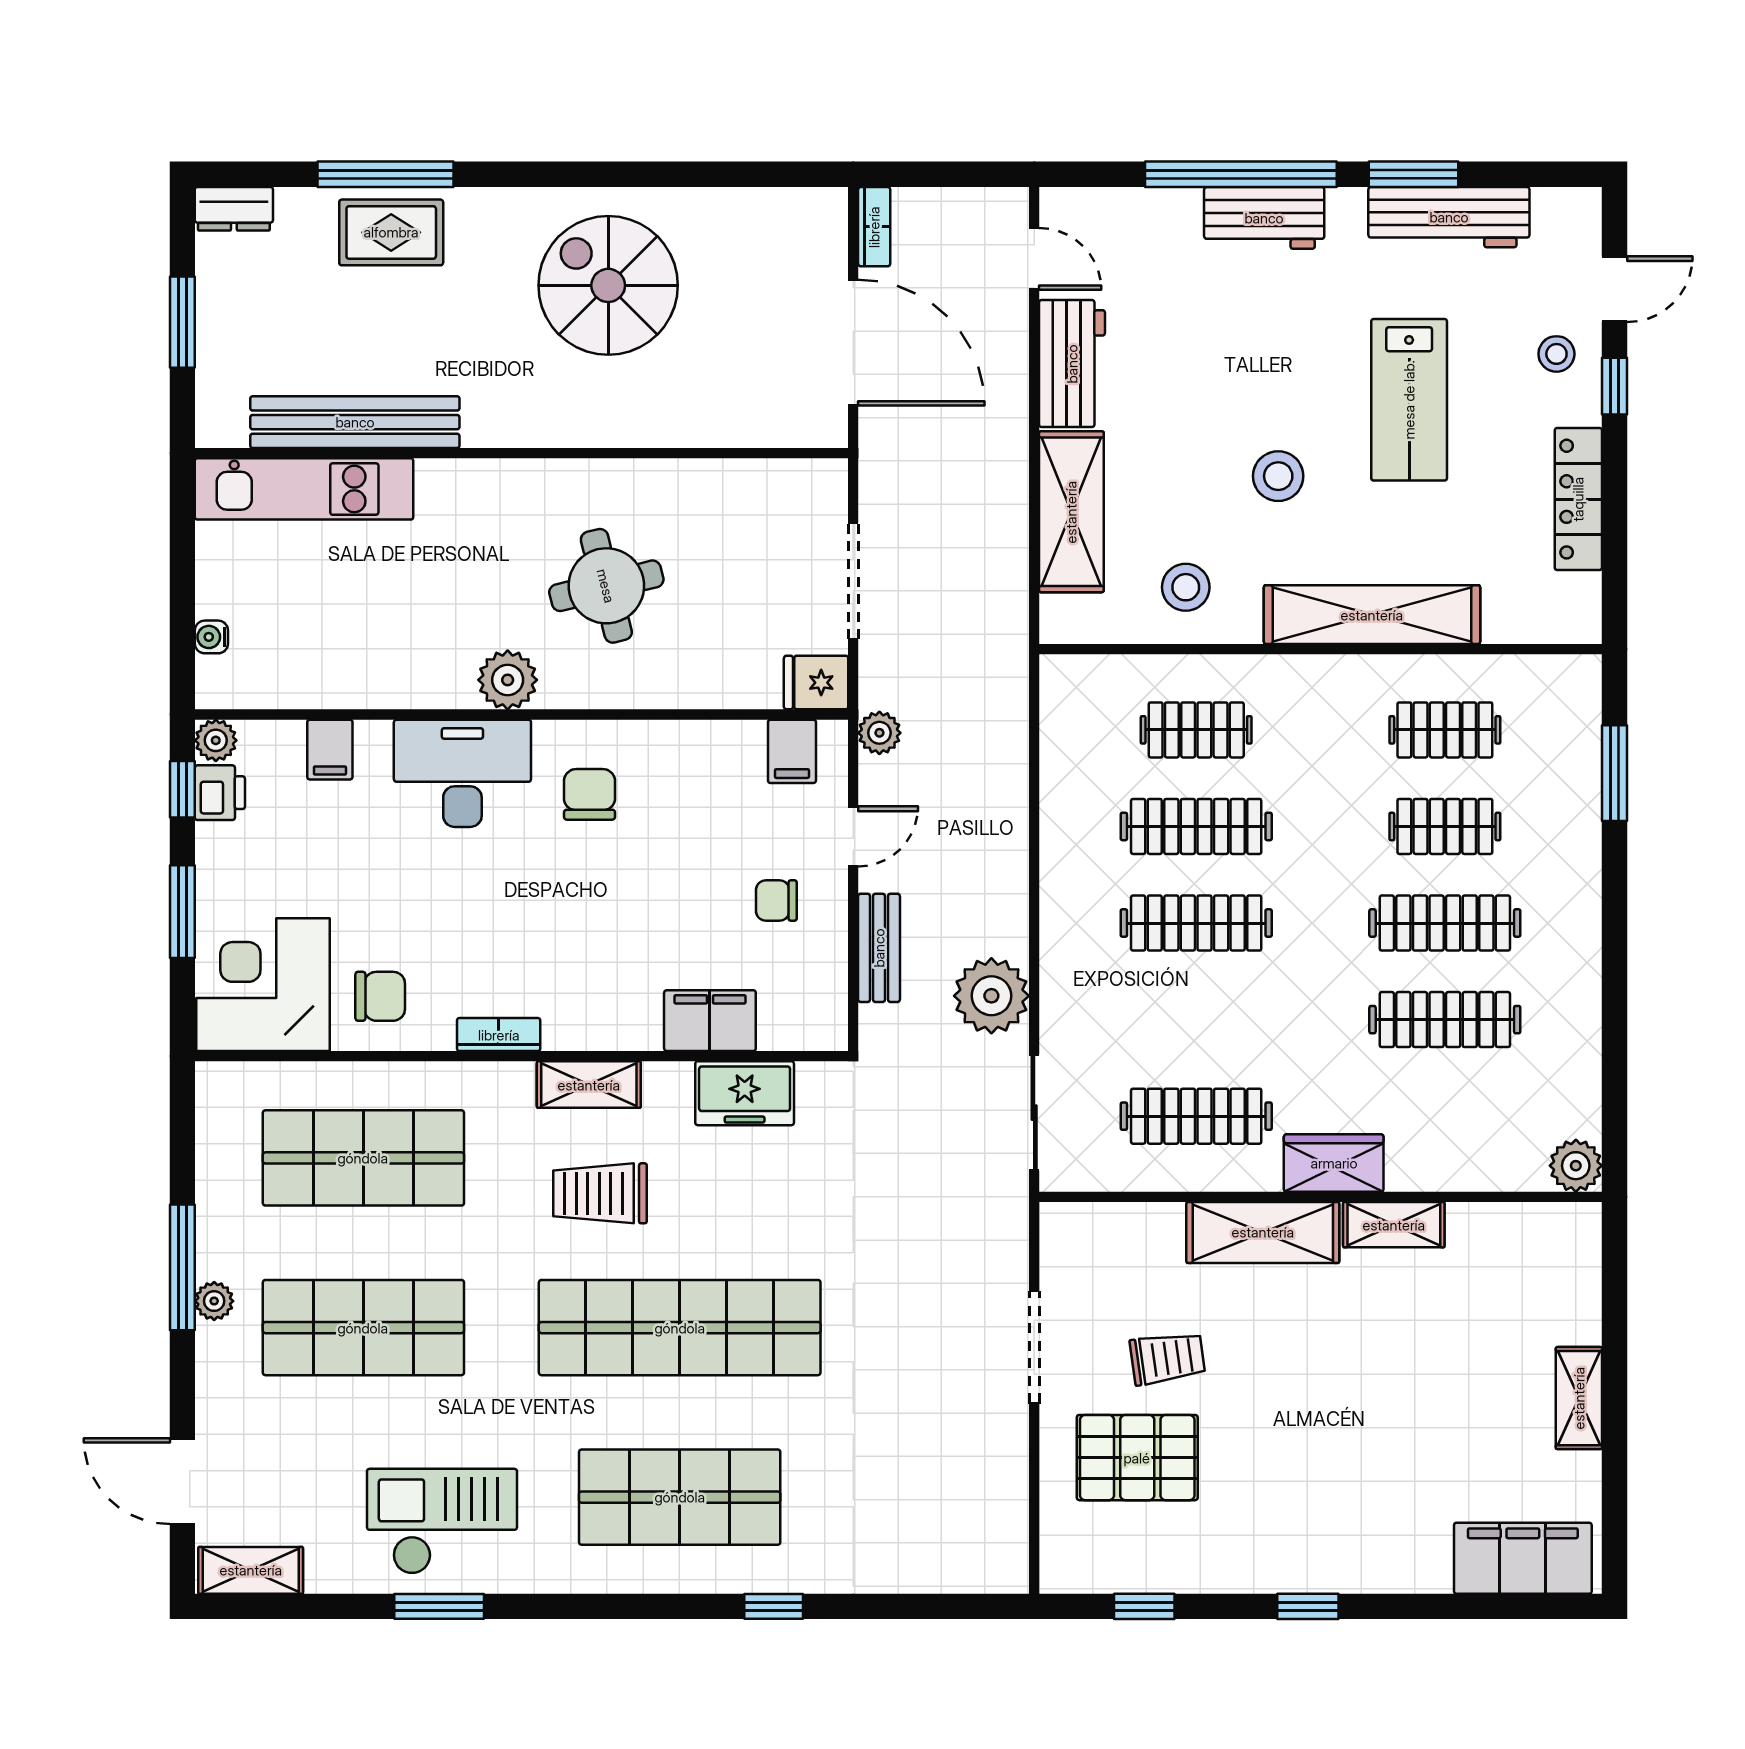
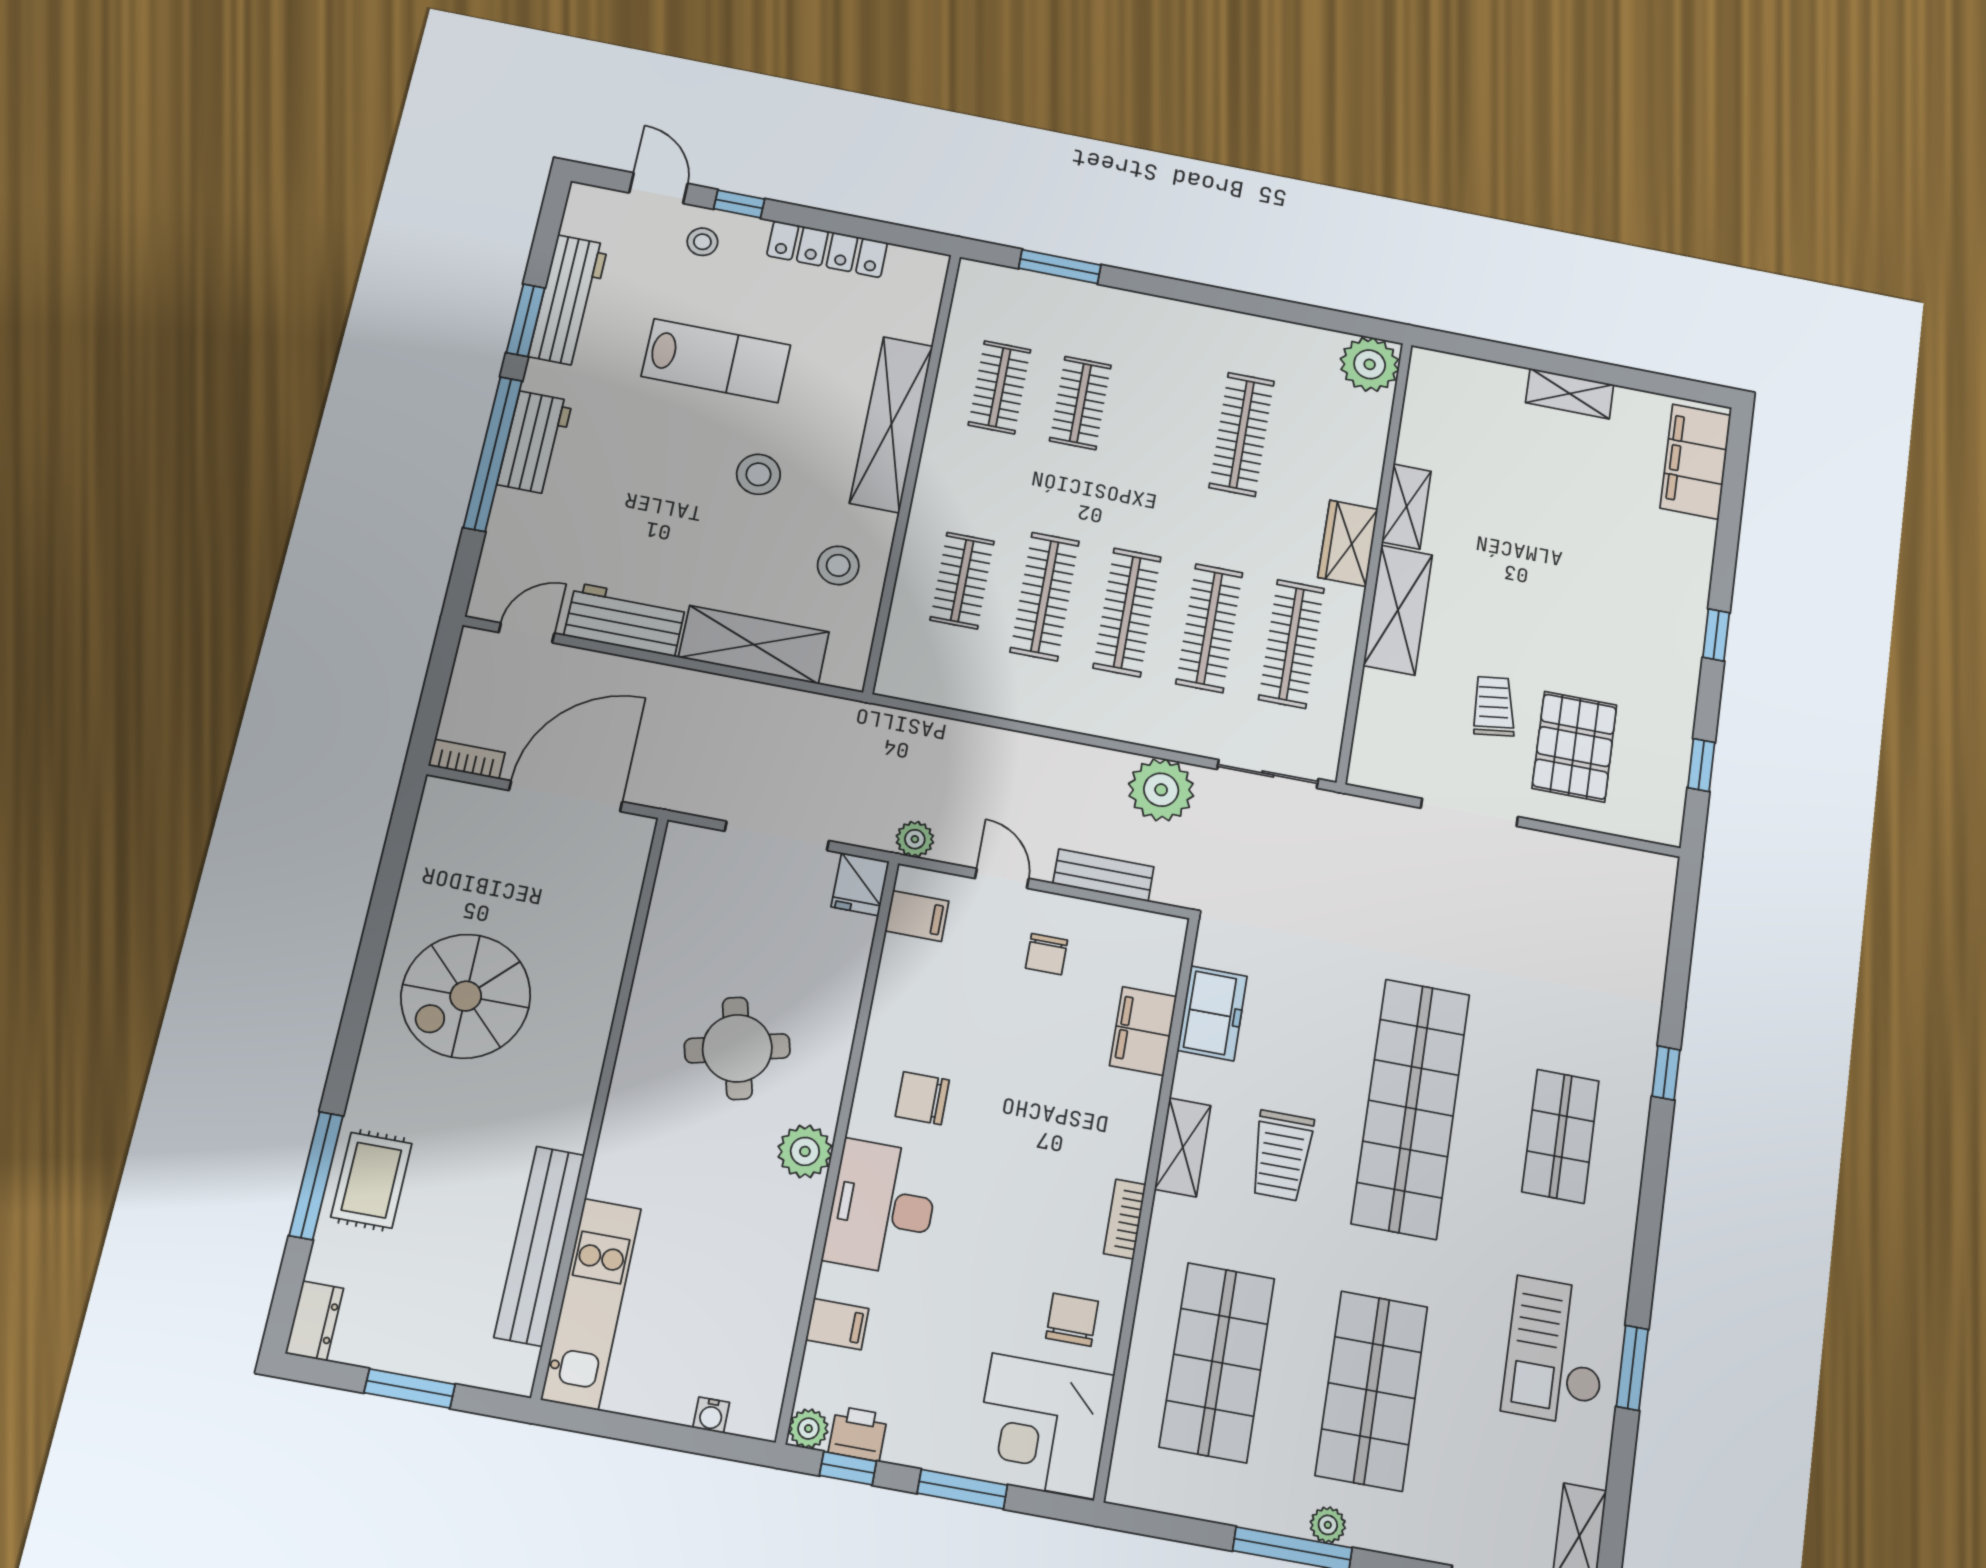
clothes rail: (1445, 923) -> (1209, 628), moved
plant: (1576, 1166) -> (1370, 364), width x1.36, depth x1.36
shop shelf: (680, 1497) -> (1561, 1136), width x0.70, depth x0.74

